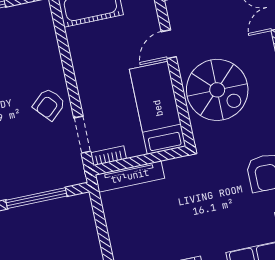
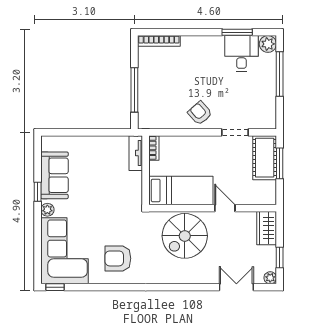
doorway: (82, 135) -> (235, 132), moved
tv unit: (130, 176) -> (136, 153), width x0.71

